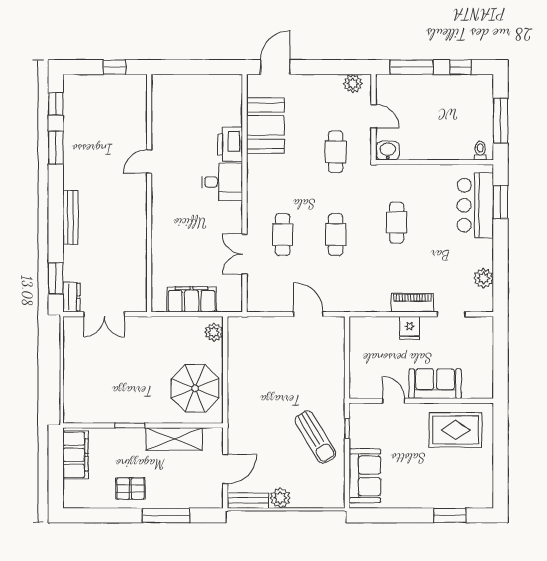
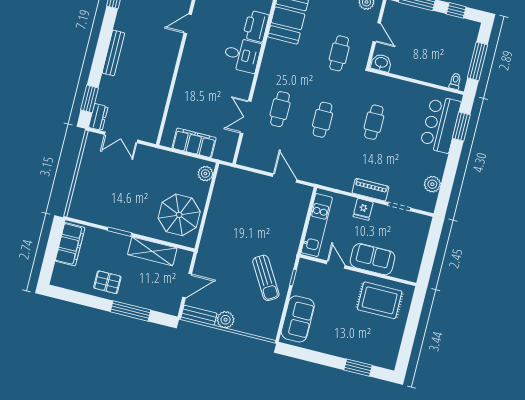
kitchen unit: (360, 360) -> (317, 225), added

